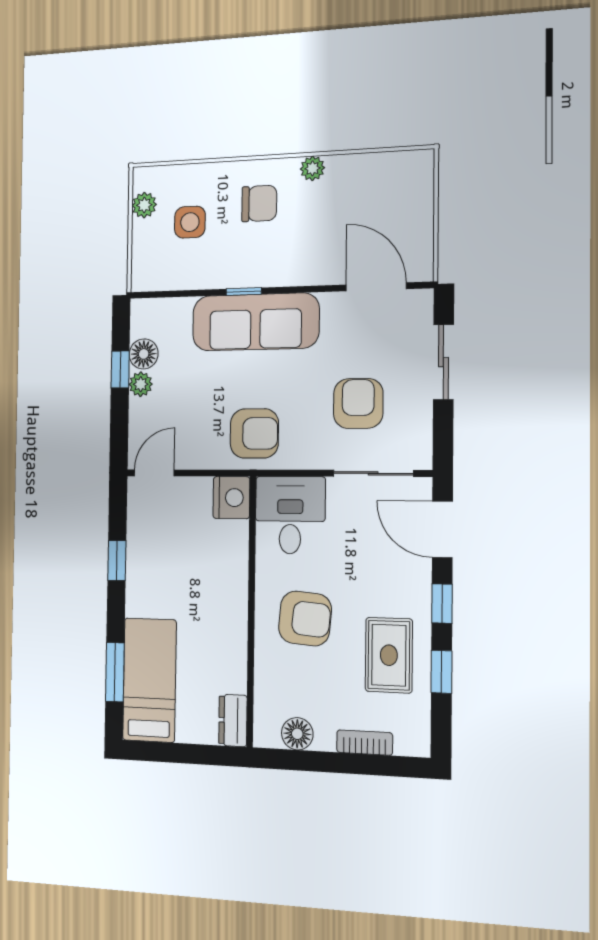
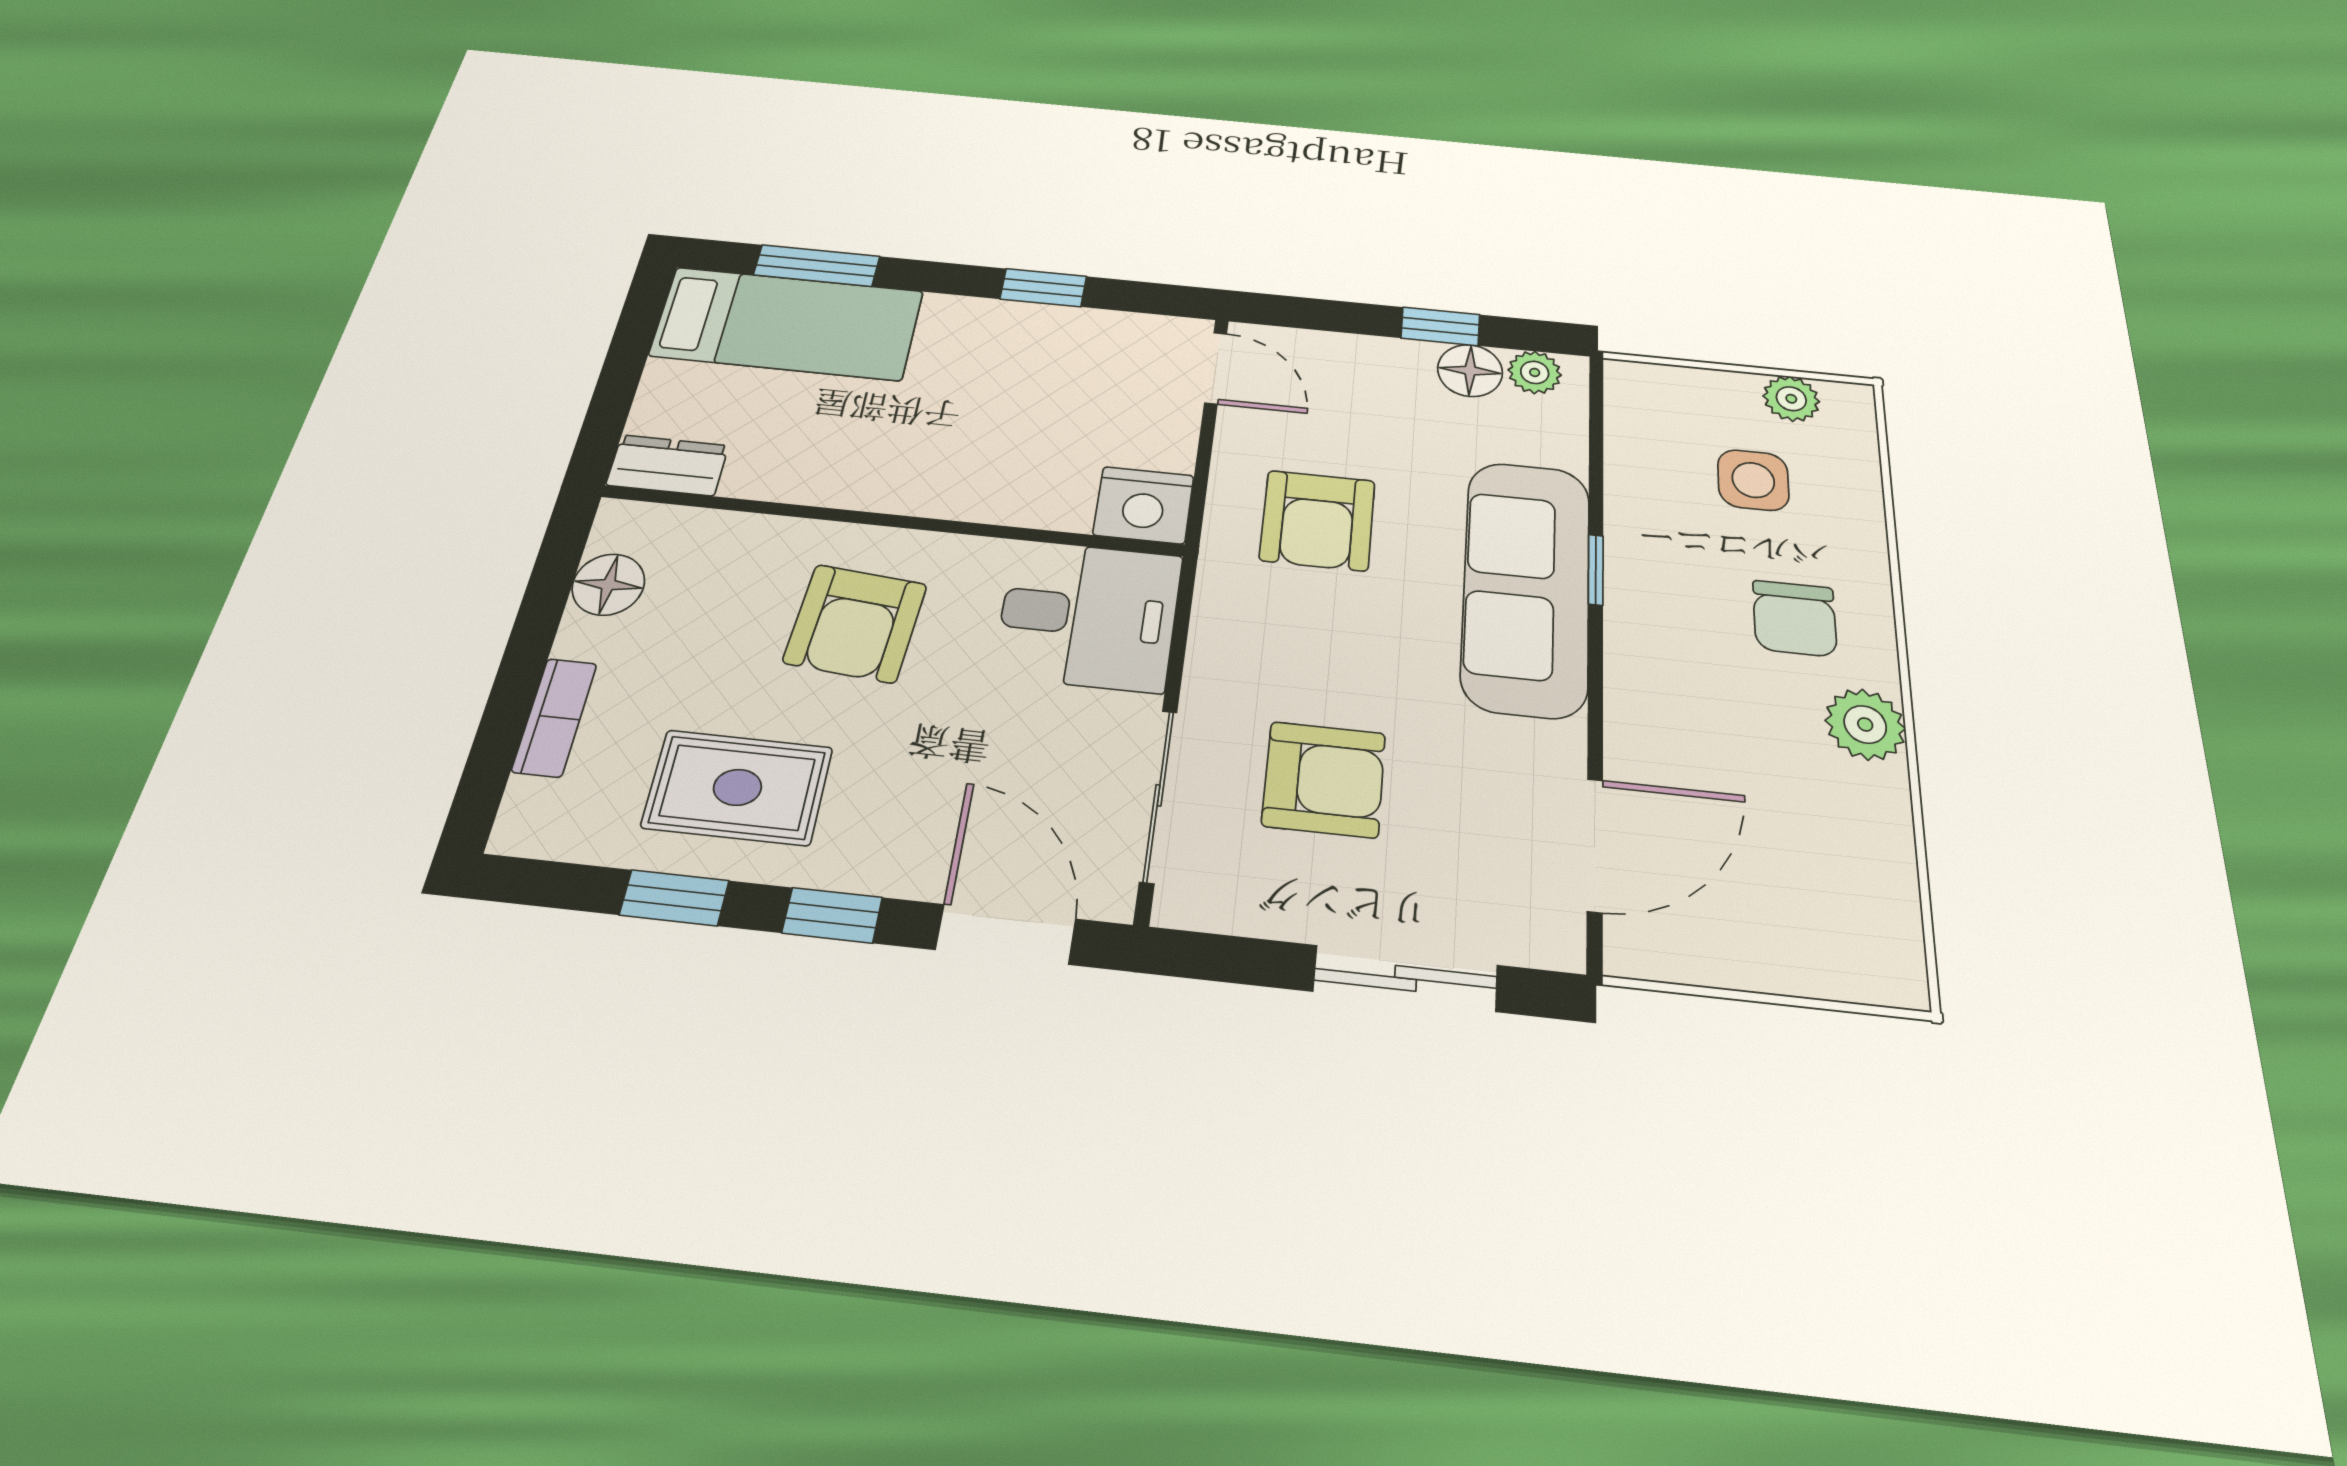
plant: (312, 168) -> (1865, 724), width x1.38, depth x1.38
plant: (141, 384) -> (1535, 372), moved
armchair: (254, 433) -> (1317, 520), moved
door: (442, 529) -> (1006, 934), hinge flipped

